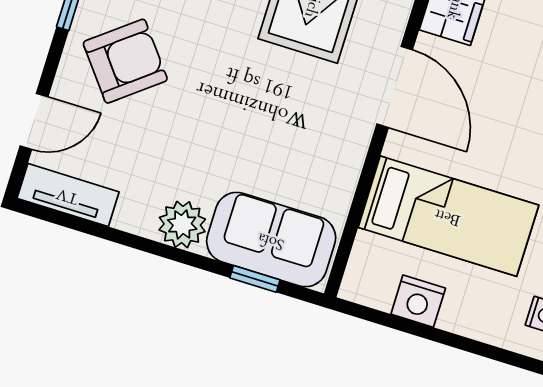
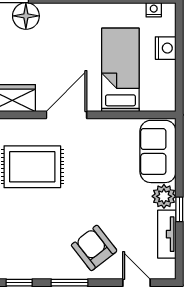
tv unit: (68, 195) -> (167, 234), moved
window: (255, 279) -> (179, 209), moved
nightstand: (418, 301) -> (166, 48), moved

